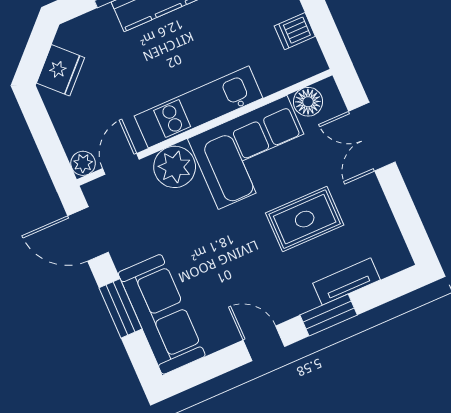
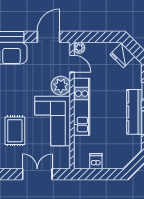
floor lamp: (308, 102) -> (64, 154), removed

